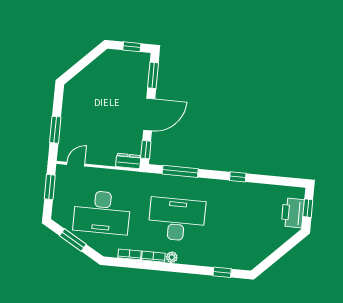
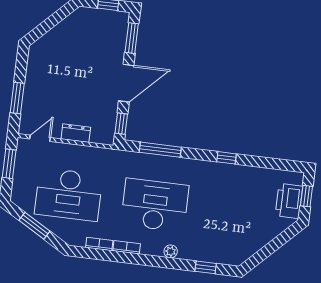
dresser: (128, 161) -> (76, 133), moved
plant: (172, 257) -> (171, 251), moved

